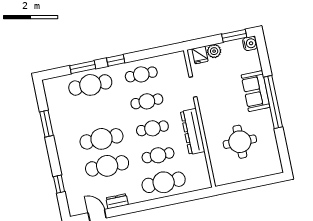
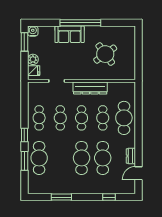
round table: (240, 142) -> (105, 54), turned -36

